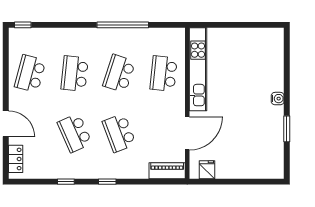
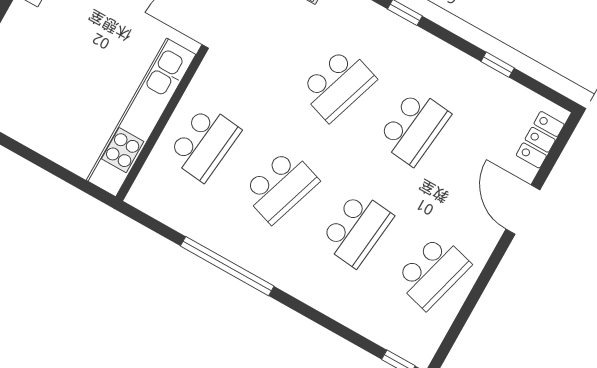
school desk: (75, 133) -> (414, 127), turned 30
school desk: (119, 133) -> (338, 84), turned 39
window: (66, 182) -> (498, 65), moved

